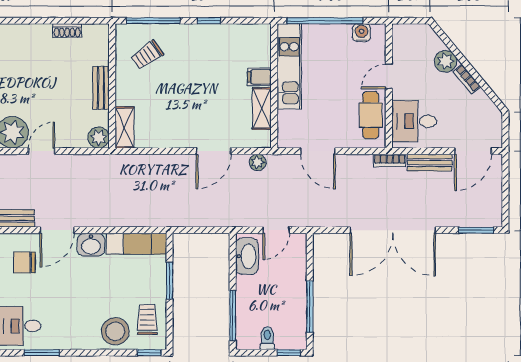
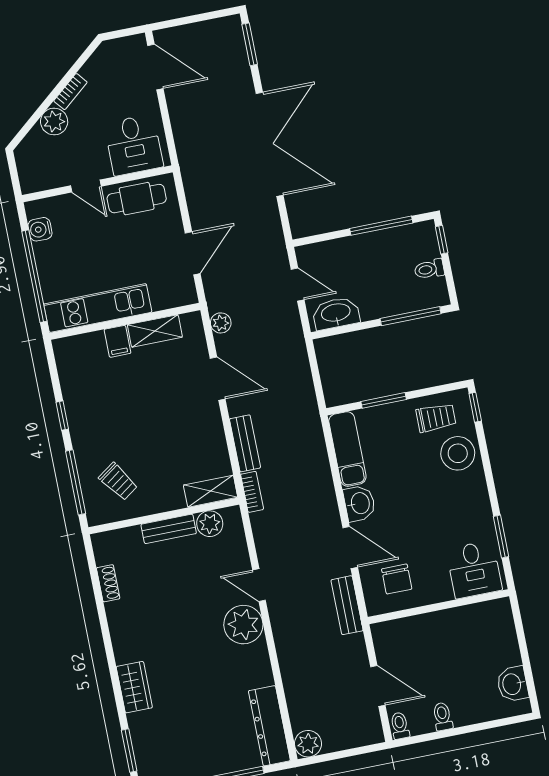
plant: (99, 138) -> (210, 524), moved
bookcase: (390, 161) -> (252, 492), moved
bench: (430, 163) -> (245, 443), moved
trolley: (147, 320) -> (436, 418), turned 180

